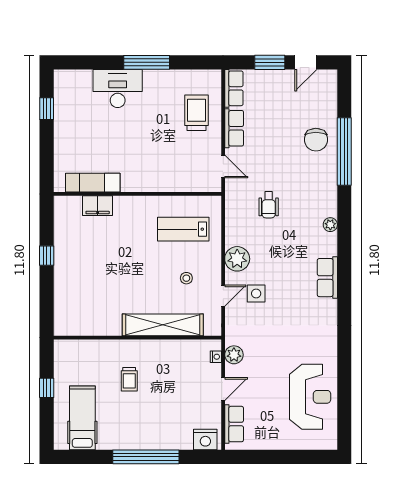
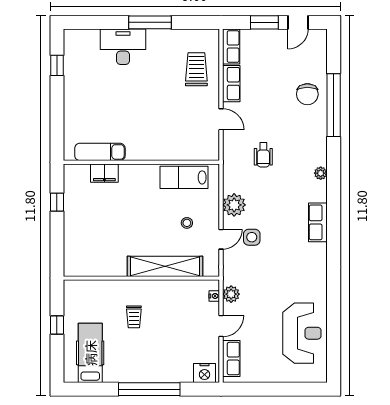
exam couch: (93, 183) -> (100, 152), moved
wall: (137, 194) -> (141, 162), moved
filing cabinet: (98, 206) -> (104, 173), moved

